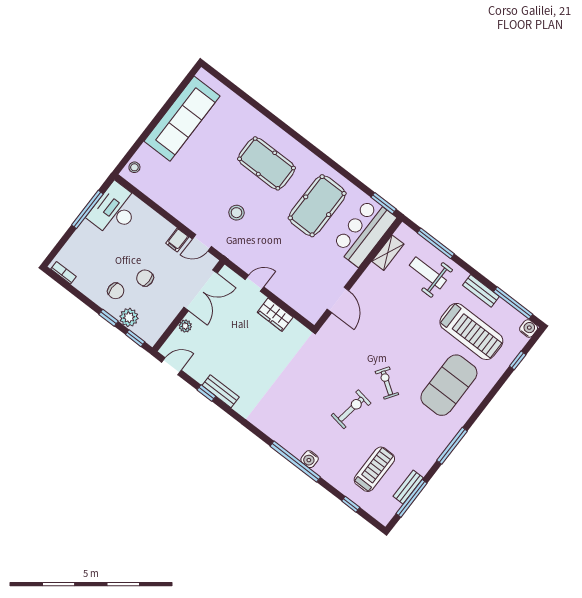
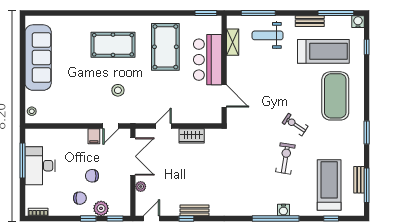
desk: (115, 210) -> (40, 166), moved
bar counter: (364, 232) -> (208, 60), moved
window: (452, 446) -> (367, 133), width x0.69
treadmill: (374, 469) -> (329, 185), width x1.37, depth x1.38

